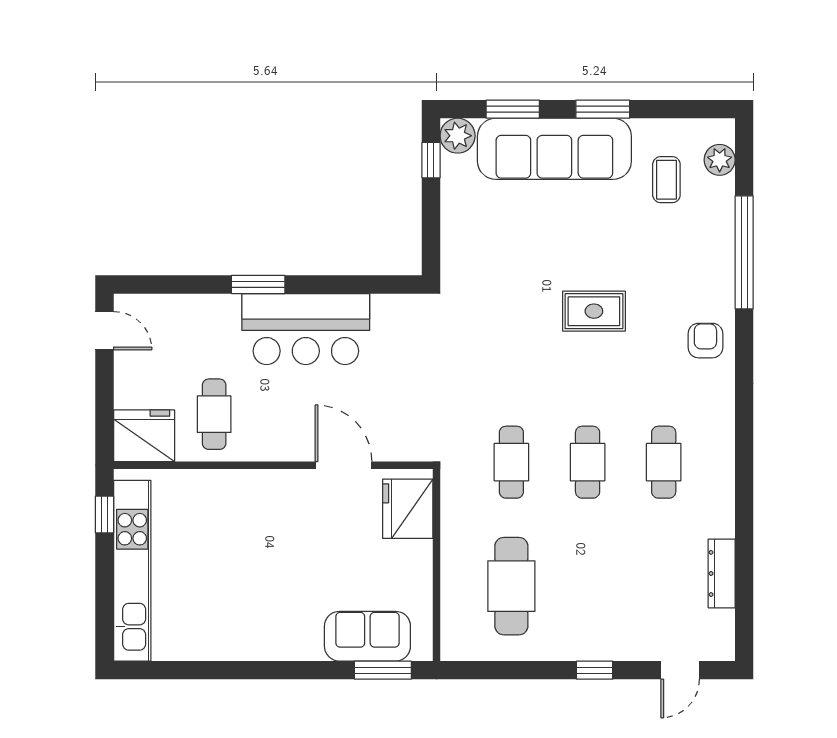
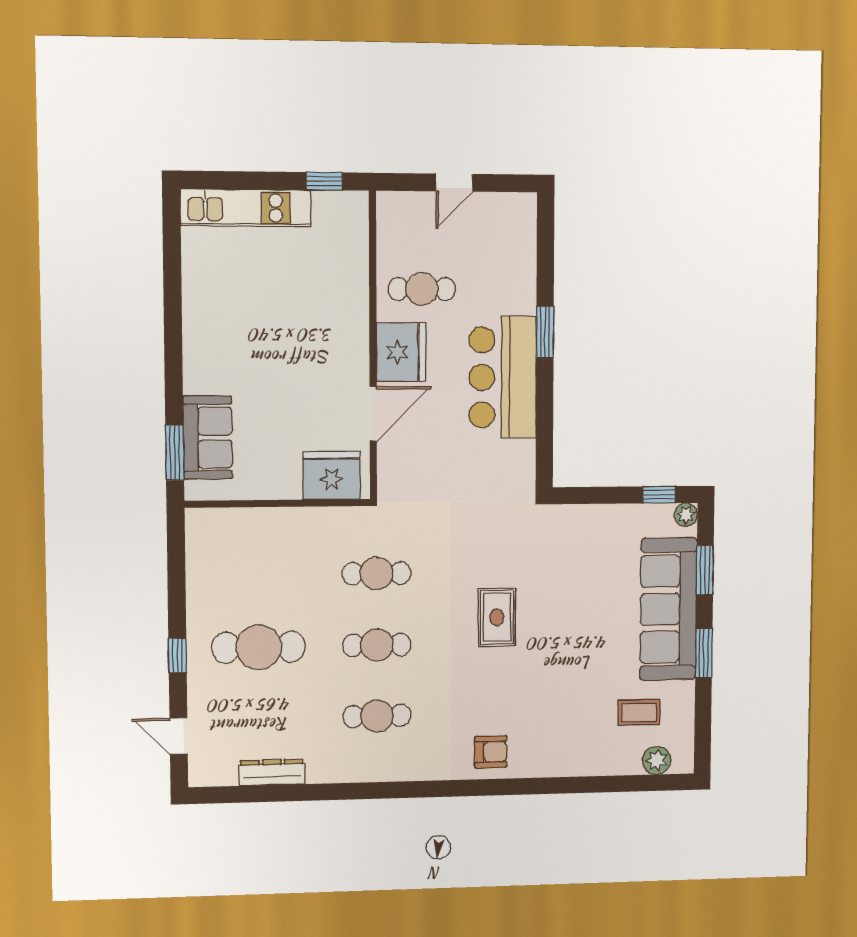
plant: (458, 136) -> (686, 515), width x0.73, depth x0.73
window: (744, 252) -> (572, 785), removed
rug: (594, 311) -> (497, 617), moved
door: (105, 331) -> (454, 183), moved
fridge: (144, 436) -> (401, 352), moved
kitchen unit: (132, 571) -> (246, 208), width x0.73
cafe table: (511, 586) -> (259, 647), moved

